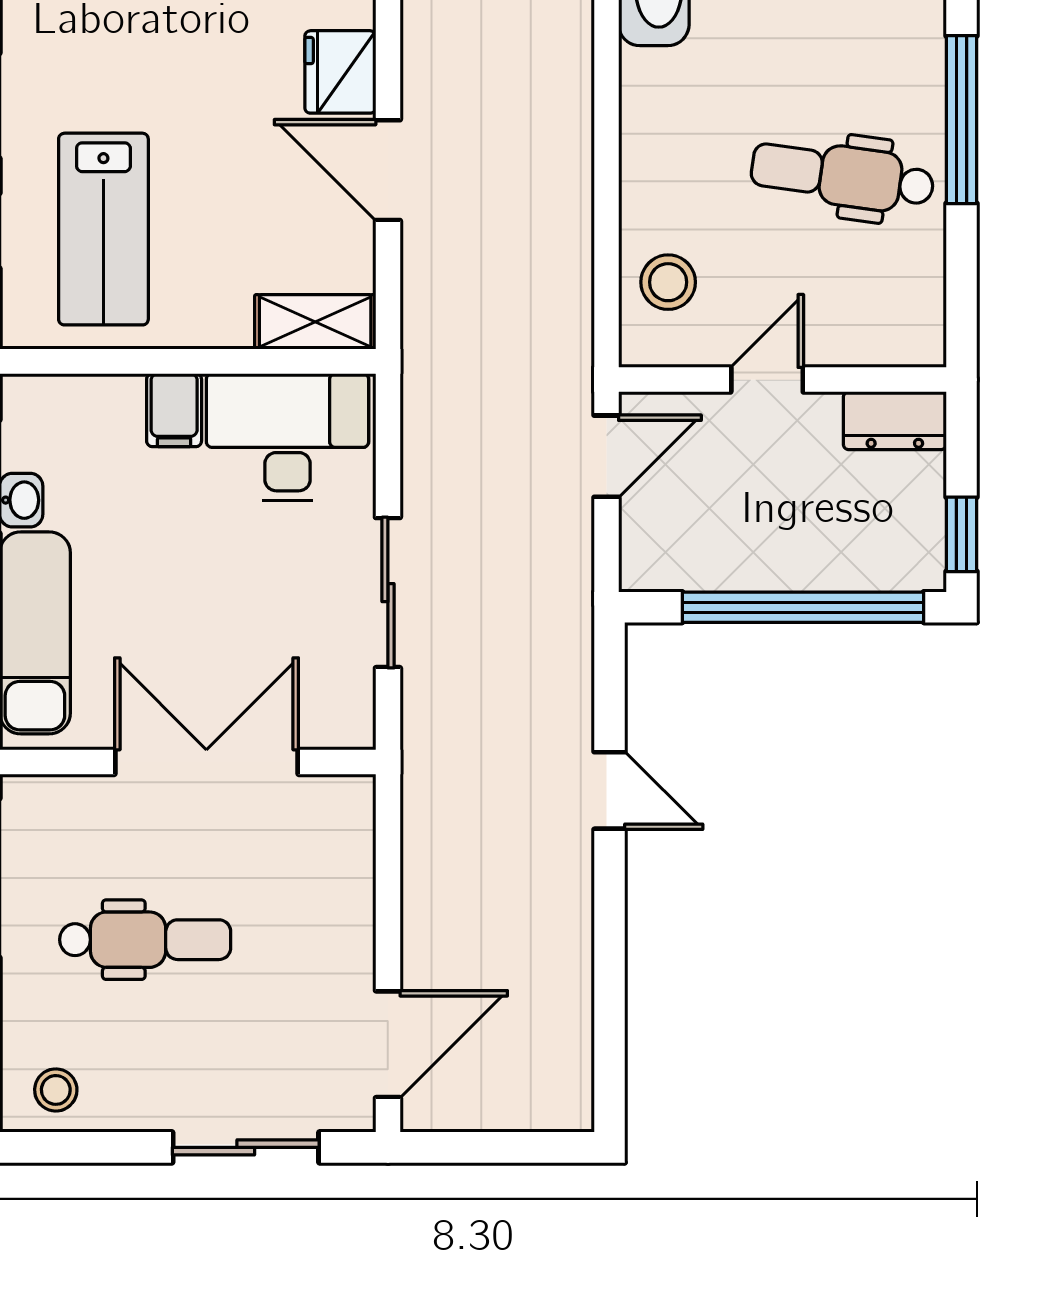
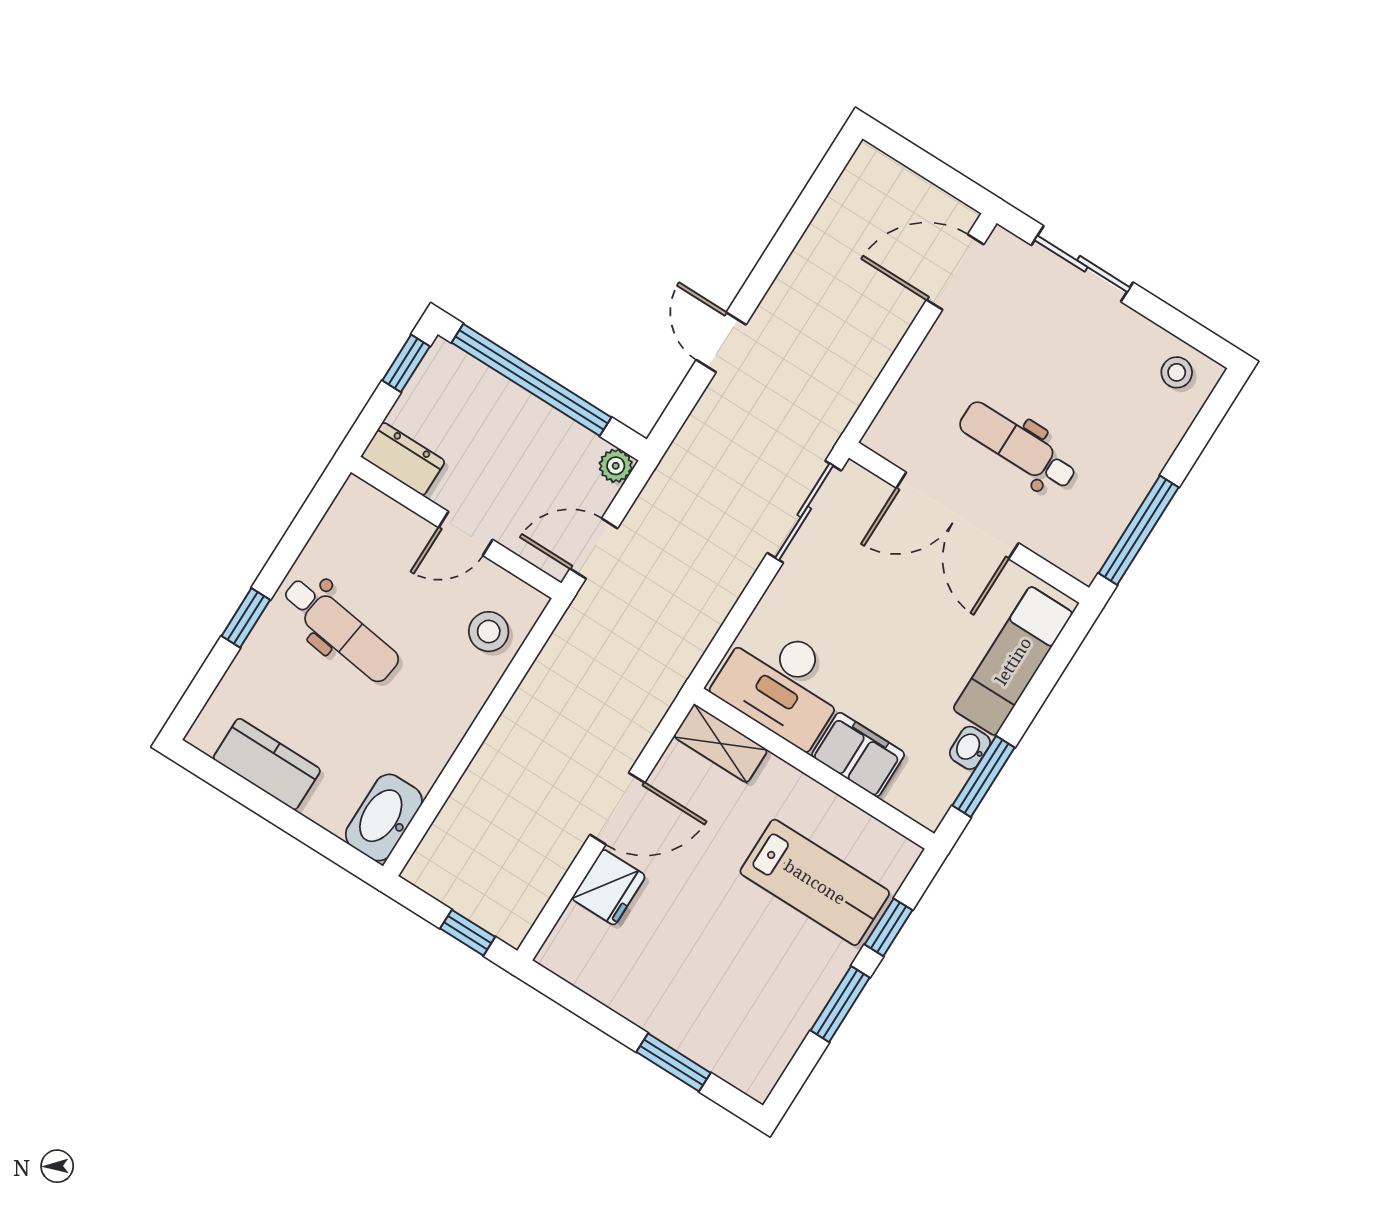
window: (962, 120) -> (246, 618), width x0.46
door: (388, 170) -> (617, 809), hinge flipped
lab bench: (103, 229) -> (815, 882), turned 90
filing cabinet: (174, 410) -> (858, 755), width x2.00
plant: (642, 569) -> (616, 466), added
sliding door: (388, 593) -> (804, 512), moved
dental chair: (145, 940) -> (1018, 446), moved

